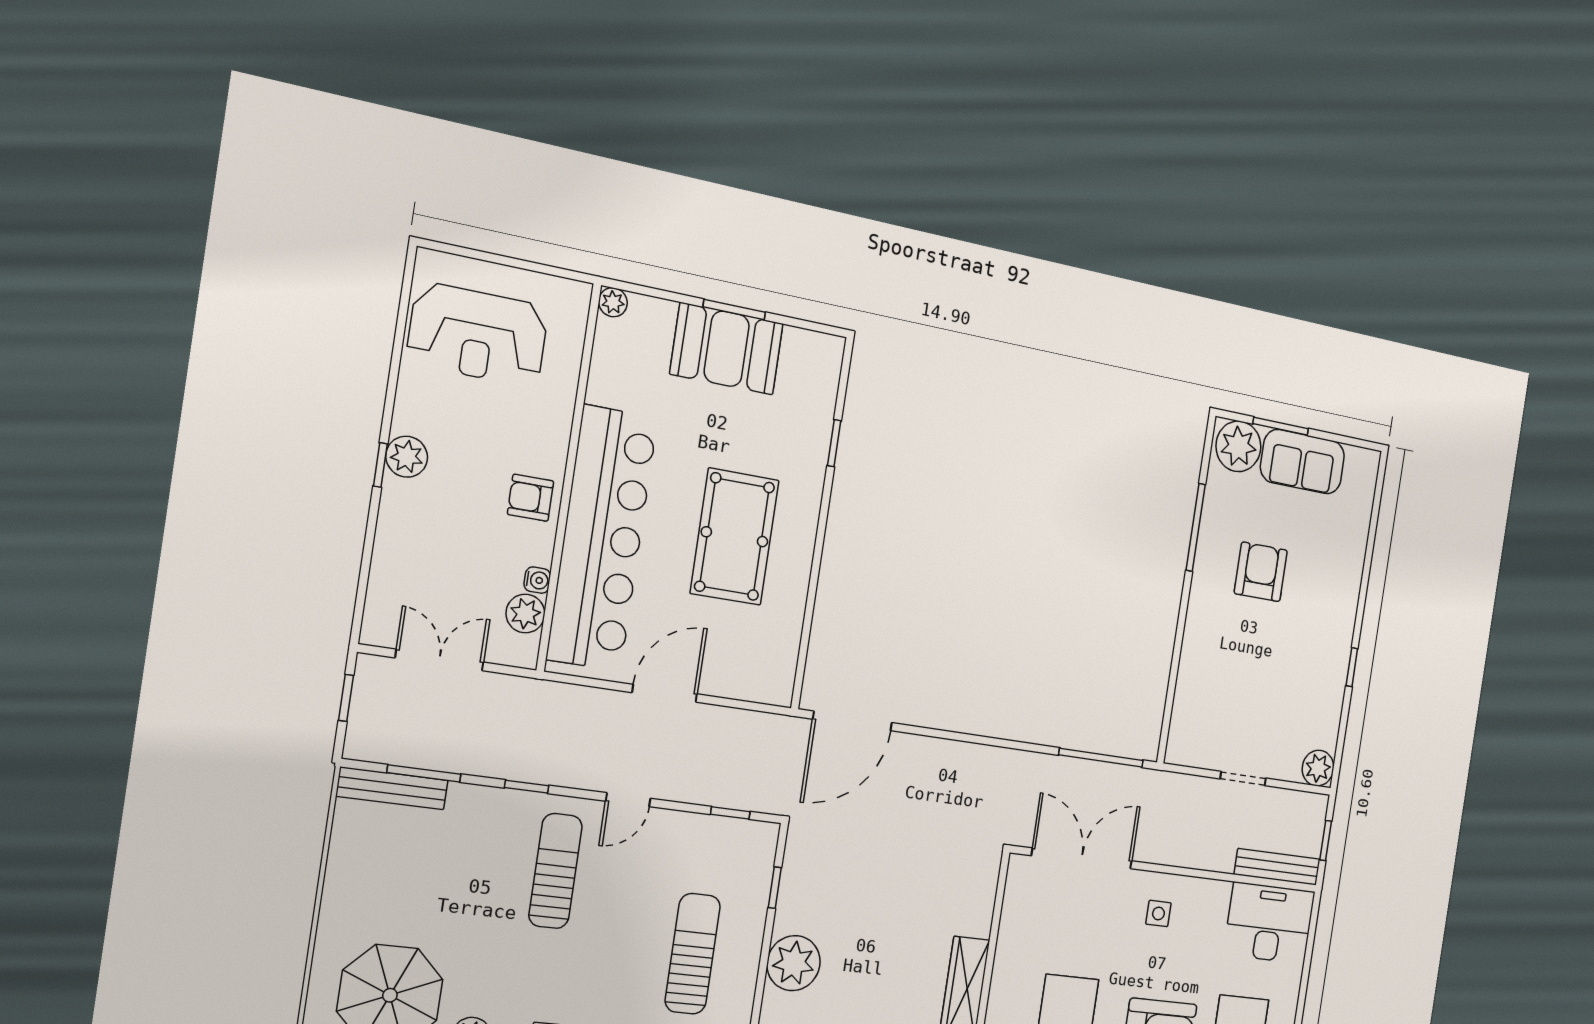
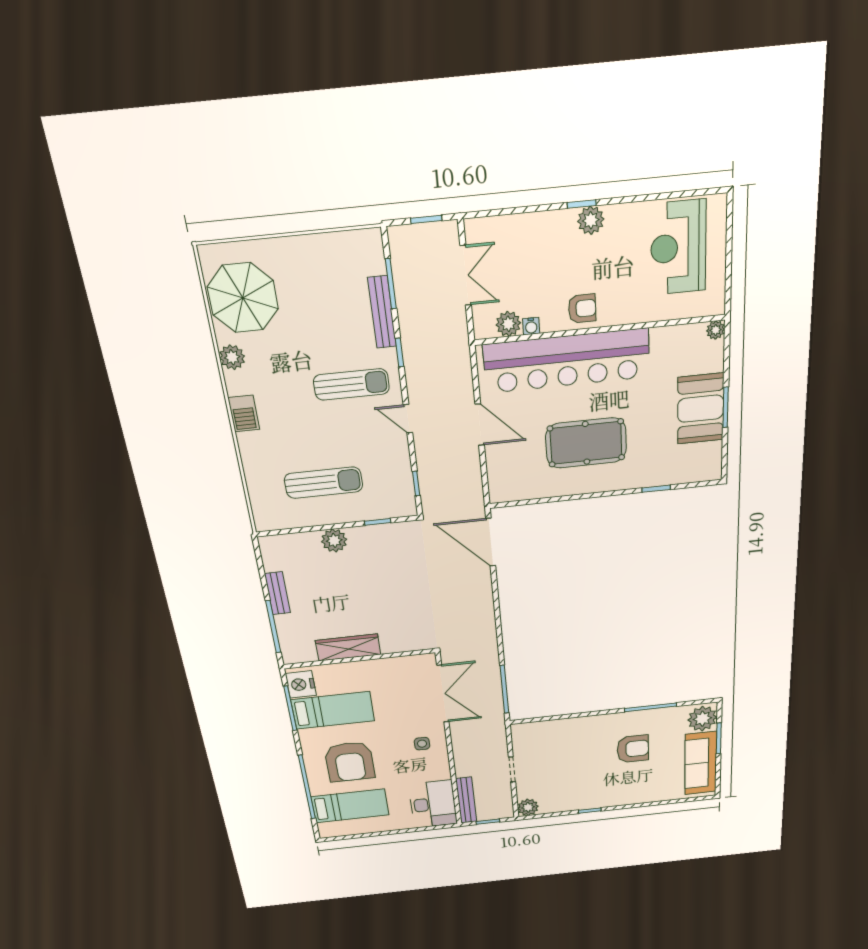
sofa: (1303, 462) -> (701, 763), width x1.36
armchair: (531, 498) -> (582, 309), turned 90
bench: (392, 788) -> (382, 312), moved
plant: (794, 963) -> (334, 541), width x0.73, depth x0.73

